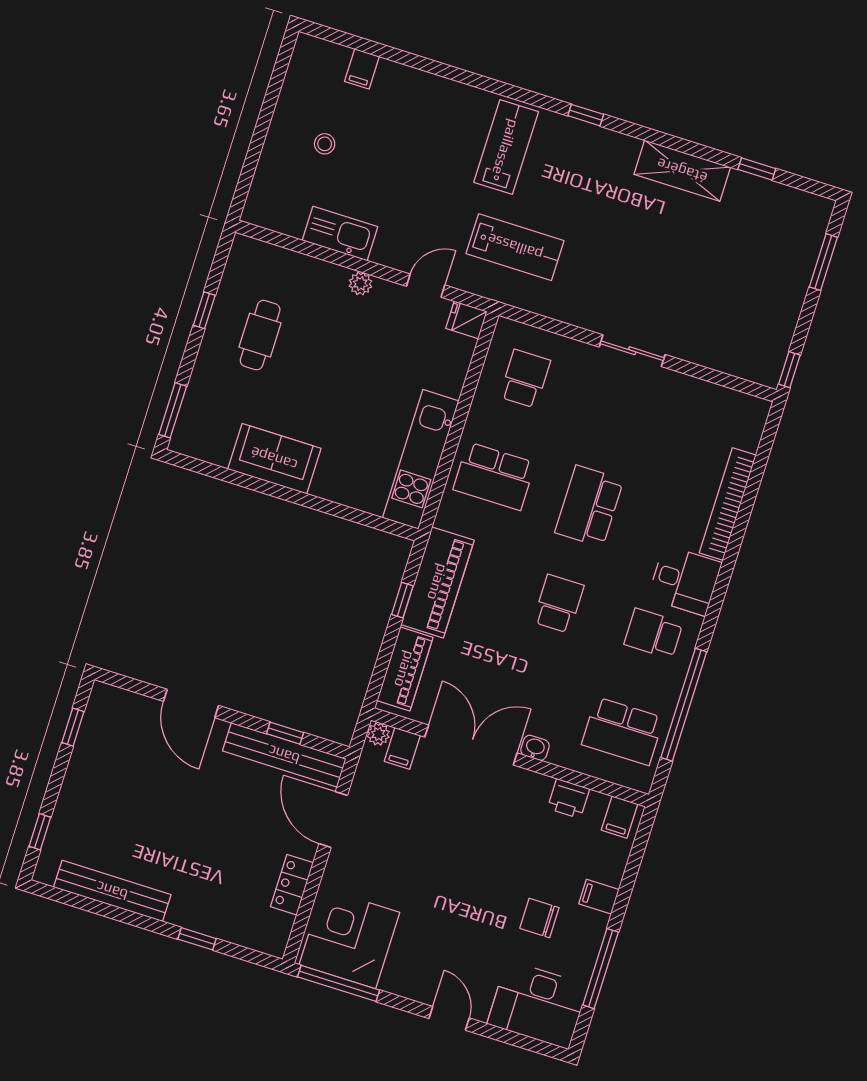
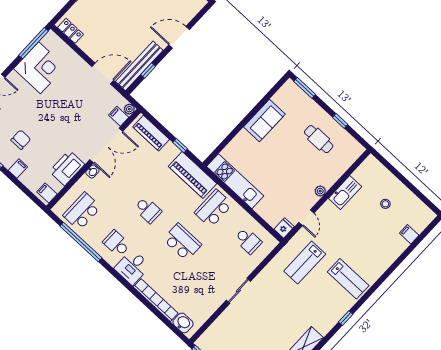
washbasin: (747, 429) -> (183, 323), added
piano: (438, 582) -> (192, 175), moved
school desk: (653, 634) -> (116, 243), turned -90
printer: (569, 799) -> (67, 168), width x1.87, depth x1.48
locker: (292, 885) -> (70, 31), moved
corner desk: (349, 939) -> (40, 68), moved

